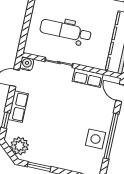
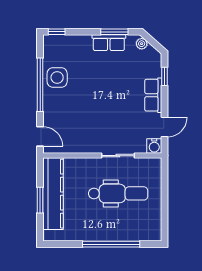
row of seats: (88, 78) -> (109, 43), moved, turned 180
plant: (20, 146) -> (142, 44), width x0.53, depth x0.53

